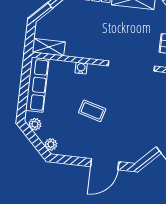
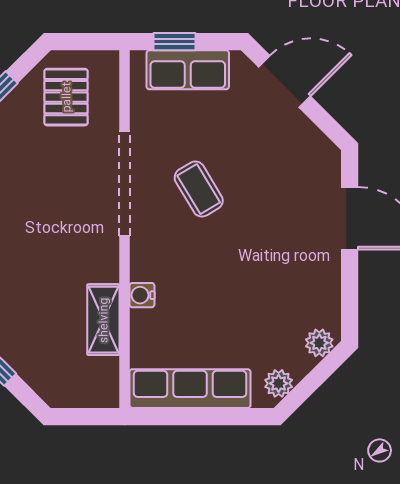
shelving: (49, 47) -> (103, 320), moved
coffee table: (92, 111) -> (199, 189), moved, turned -47

